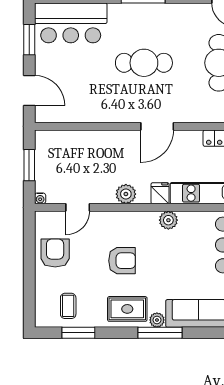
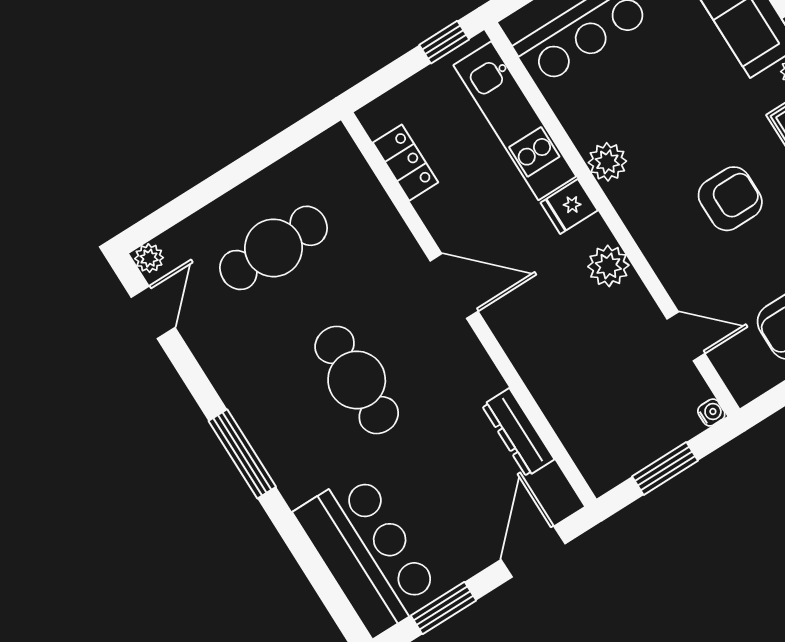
dresser: (81, 115) -> (518, 432), added
armchair: (122, 261) -> (730, 199), turned 90

